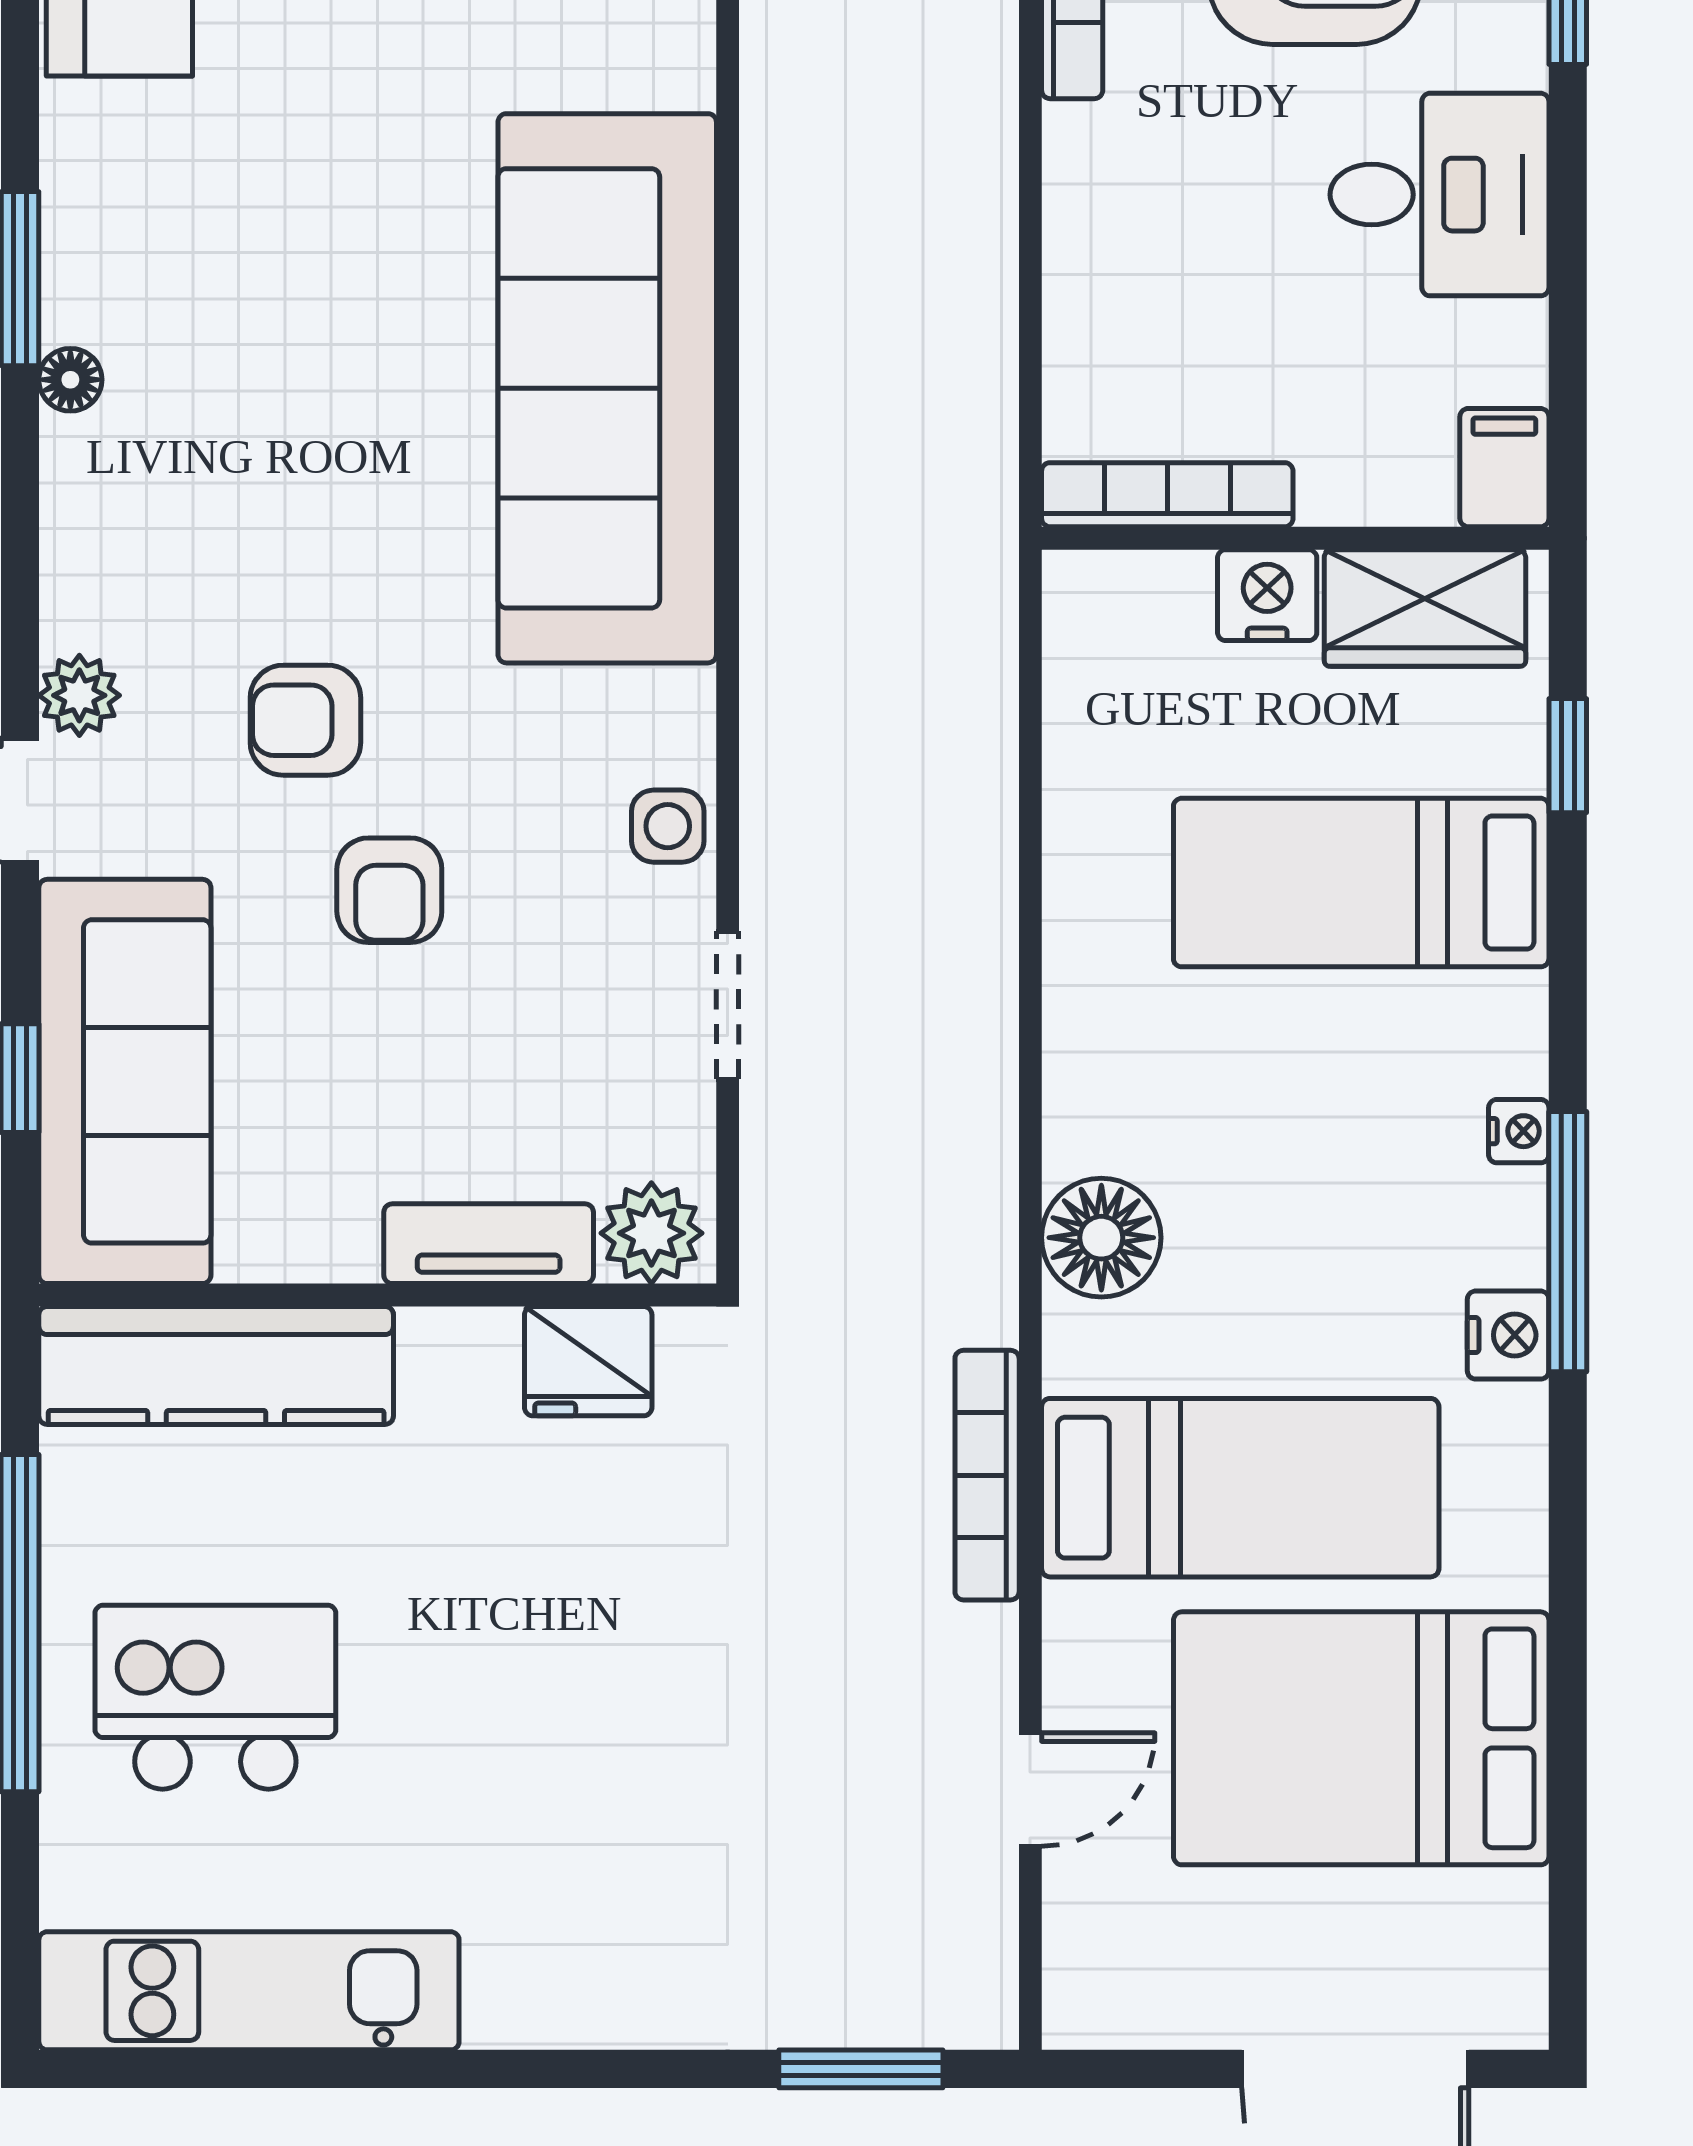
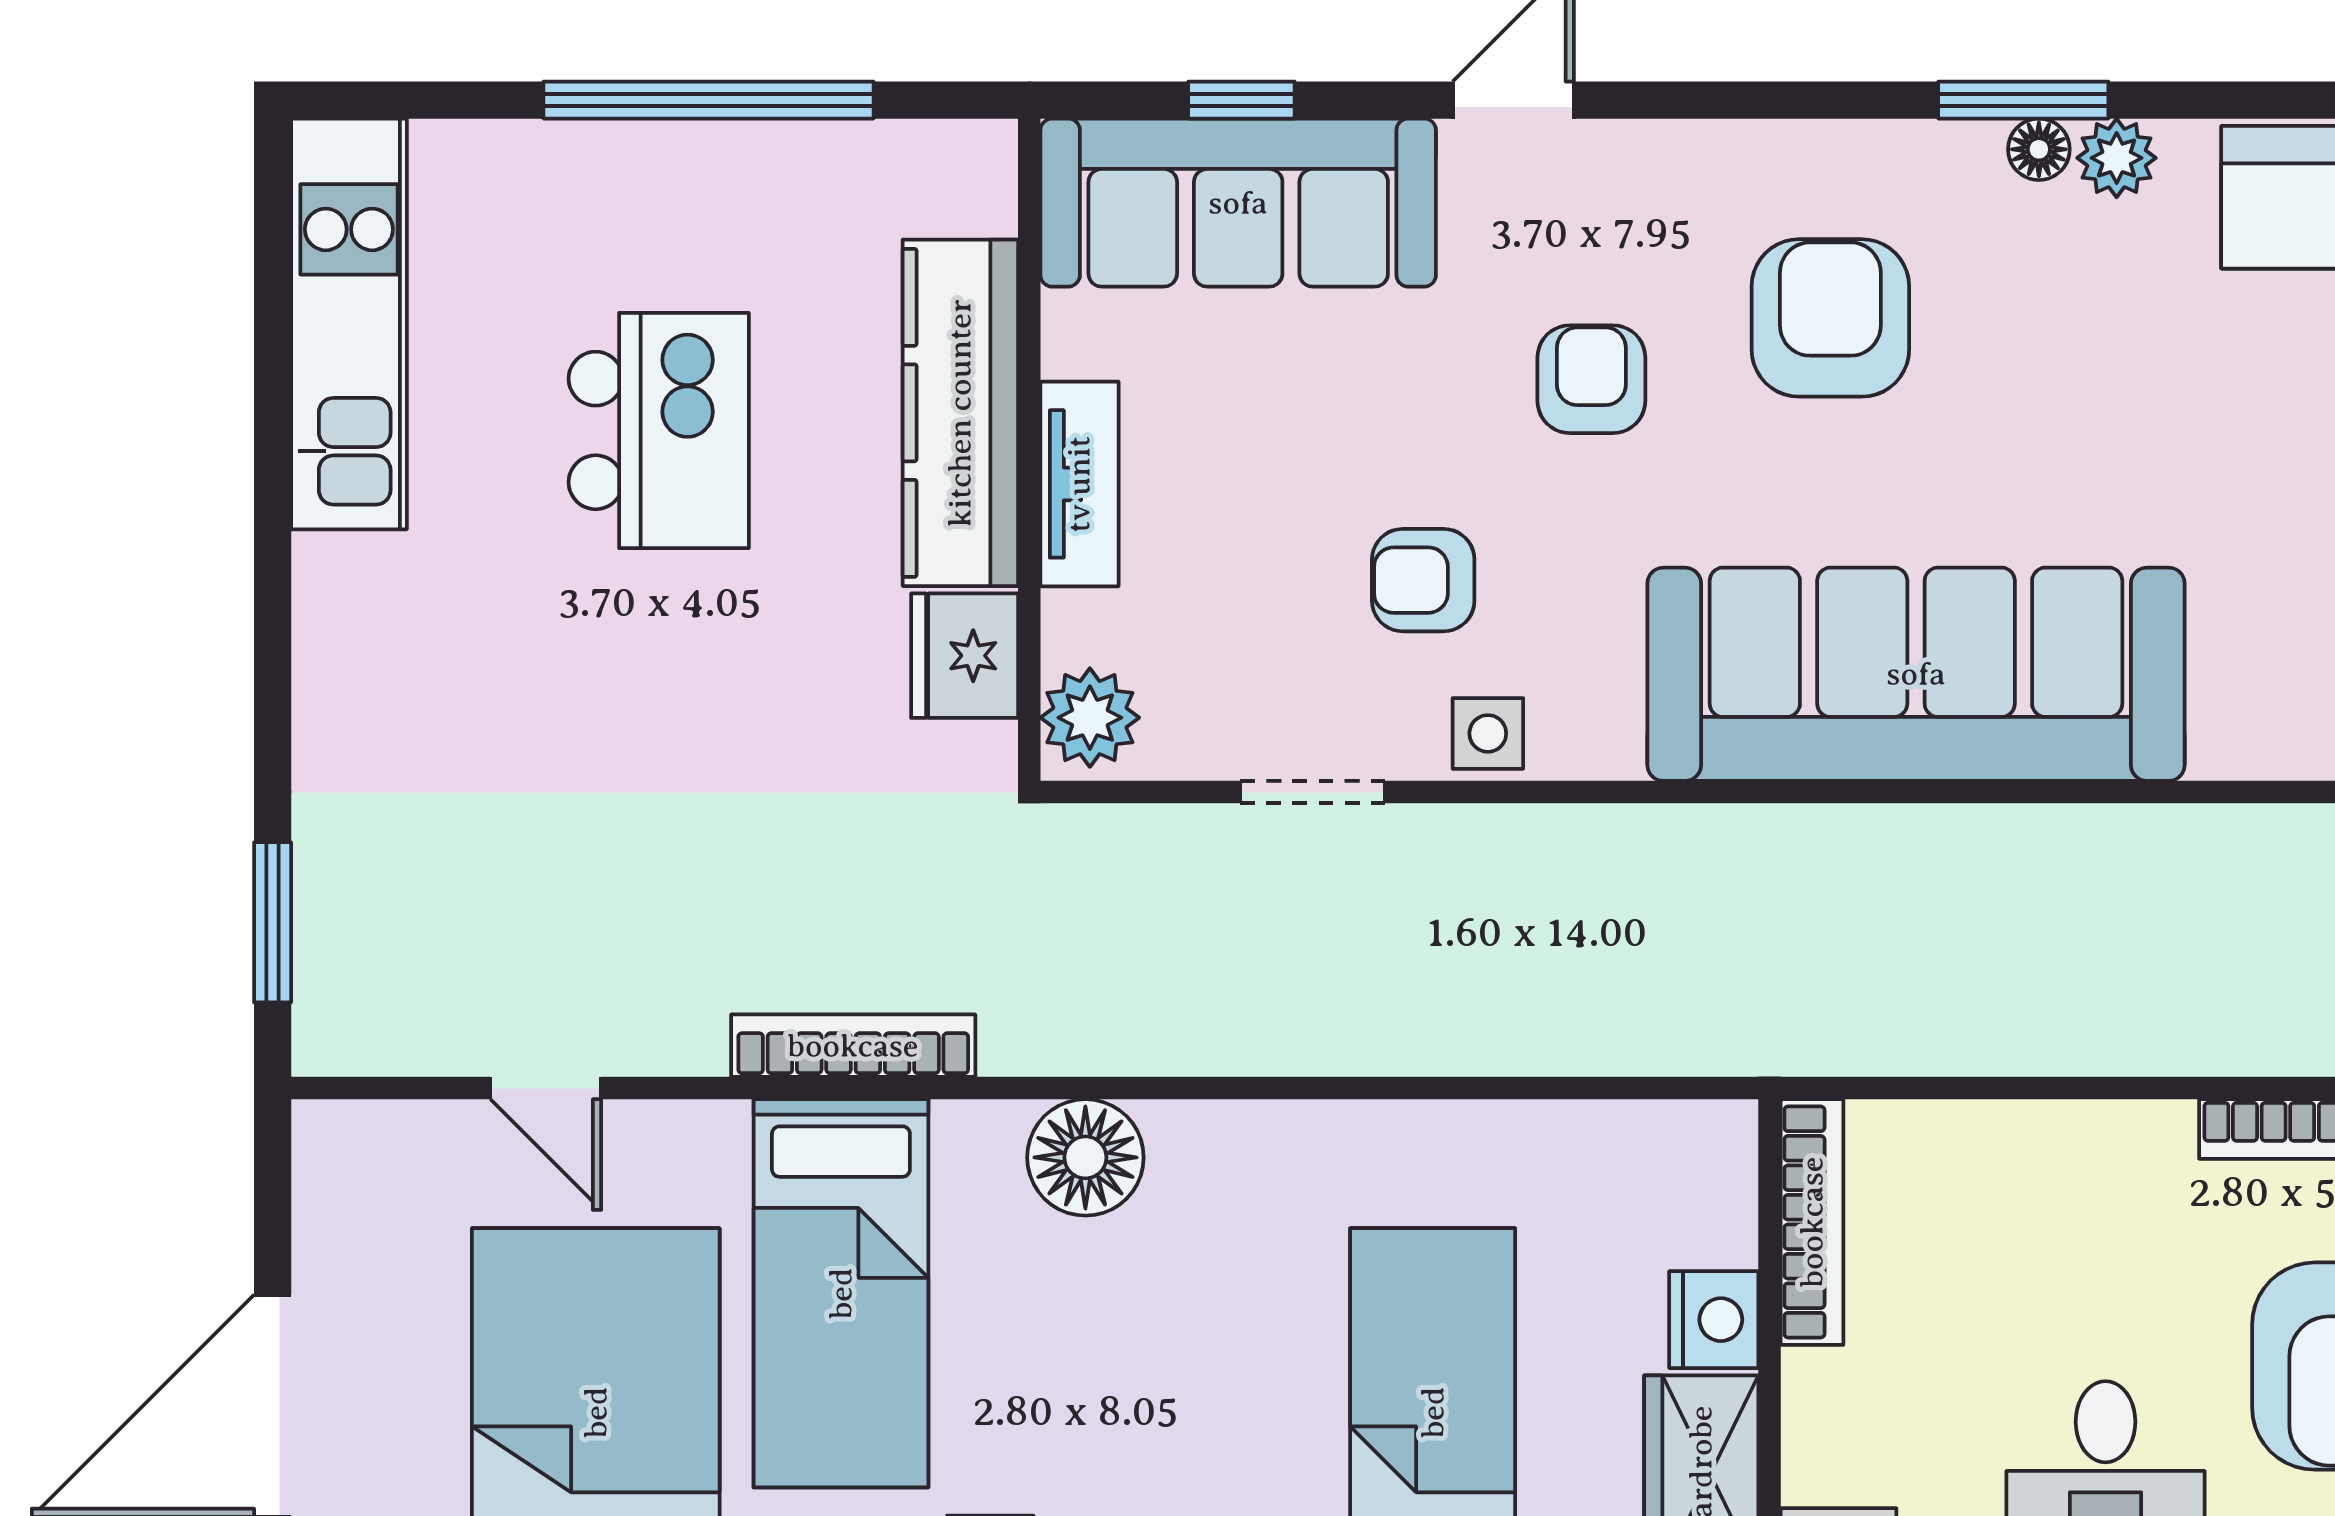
floor lamp: (70, 380) -> (2039, 149), moved
armchair: (243, 476) -> (1830, 318), added
plant: (79, 695) -> (2117, 158), moved
armchair: (389, 890) -> (1423, 580), moved
tv unit: (489, 1244) -> (1079, 484), moved
kitchen counter: (216, 1365) -> (960, 413), moved
kitchen island: (215, 1697) -> (659, 430), moved

